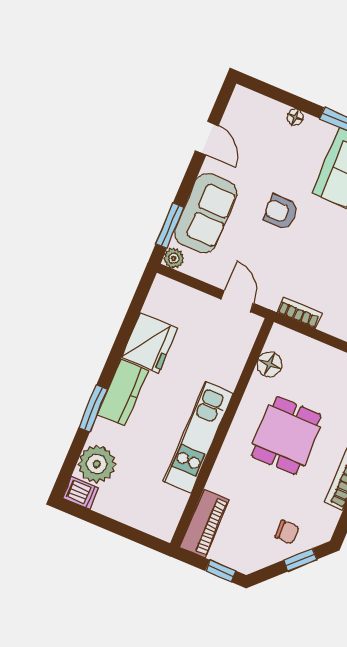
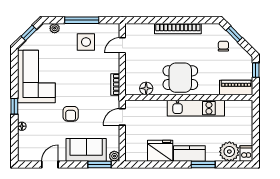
dining table: (286, 435) -> (180, 78), moved

